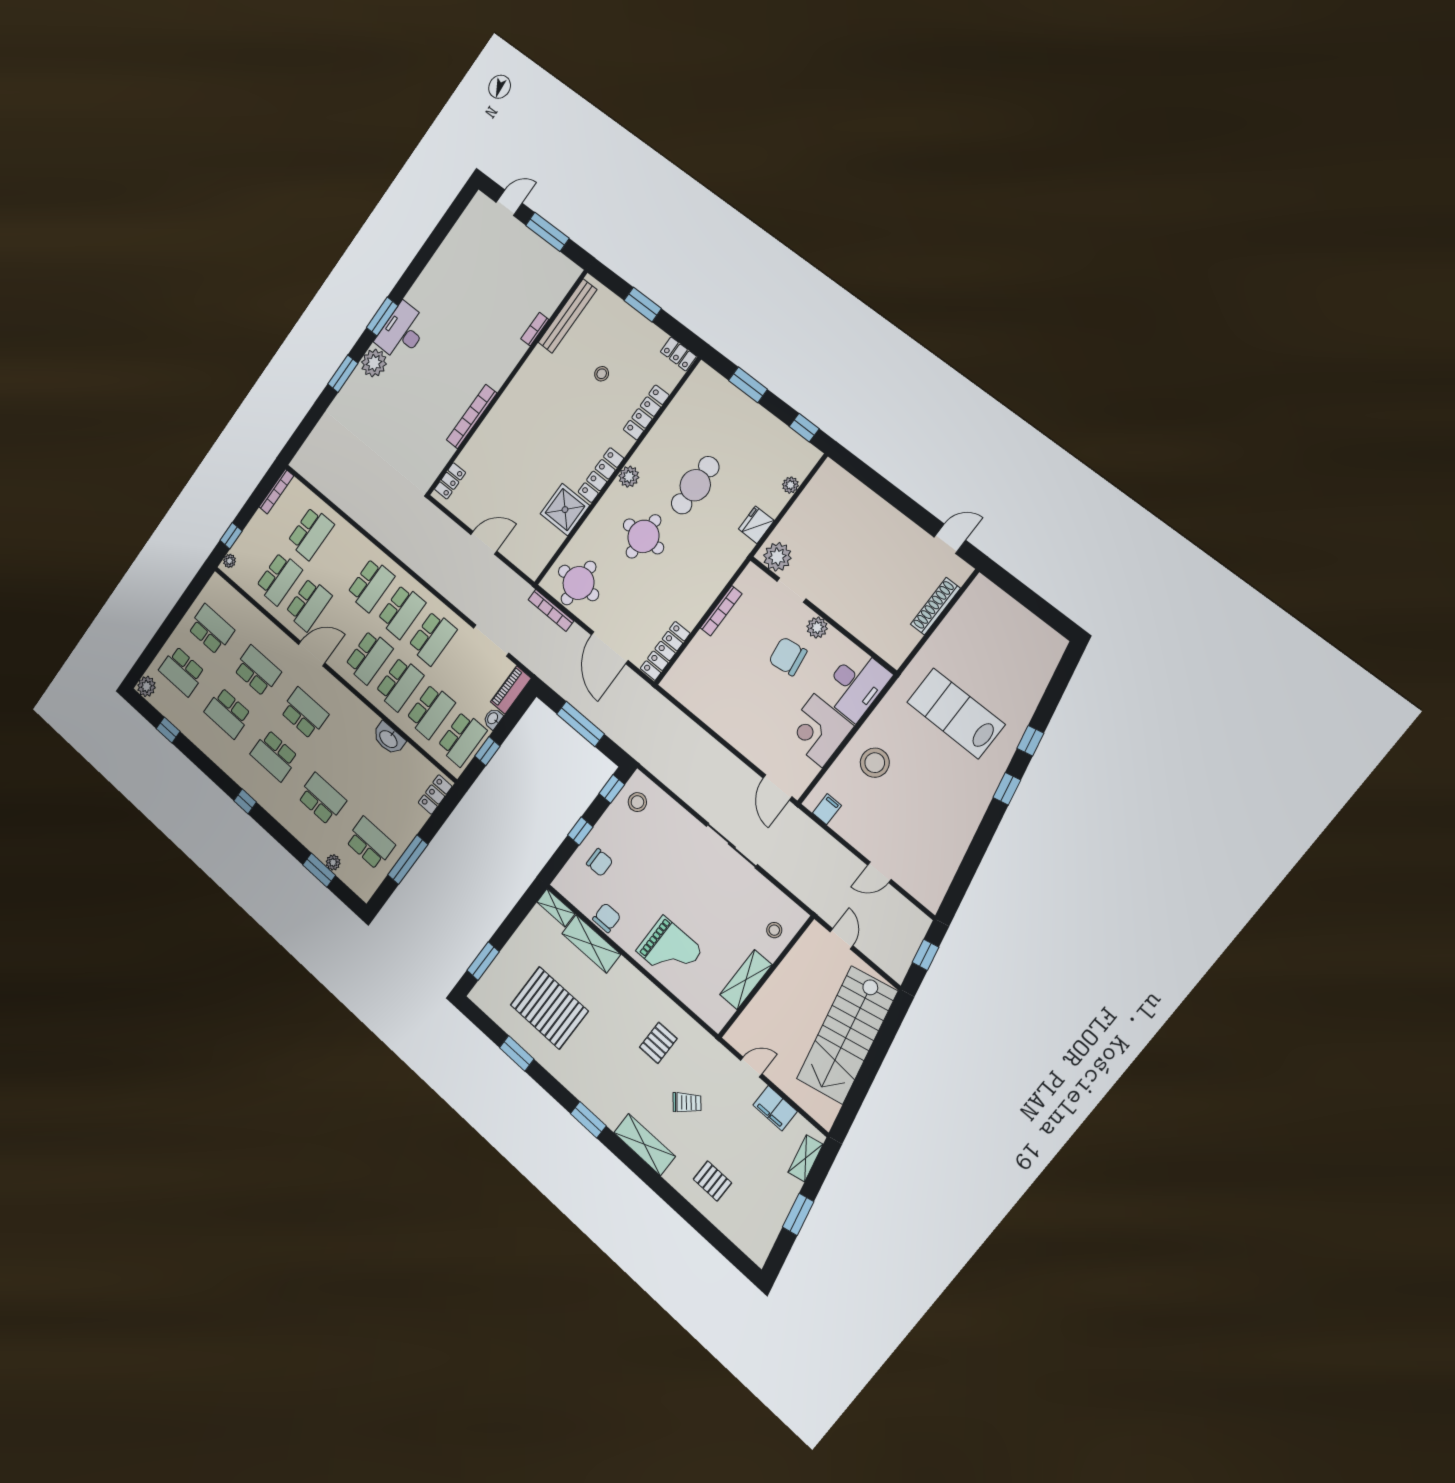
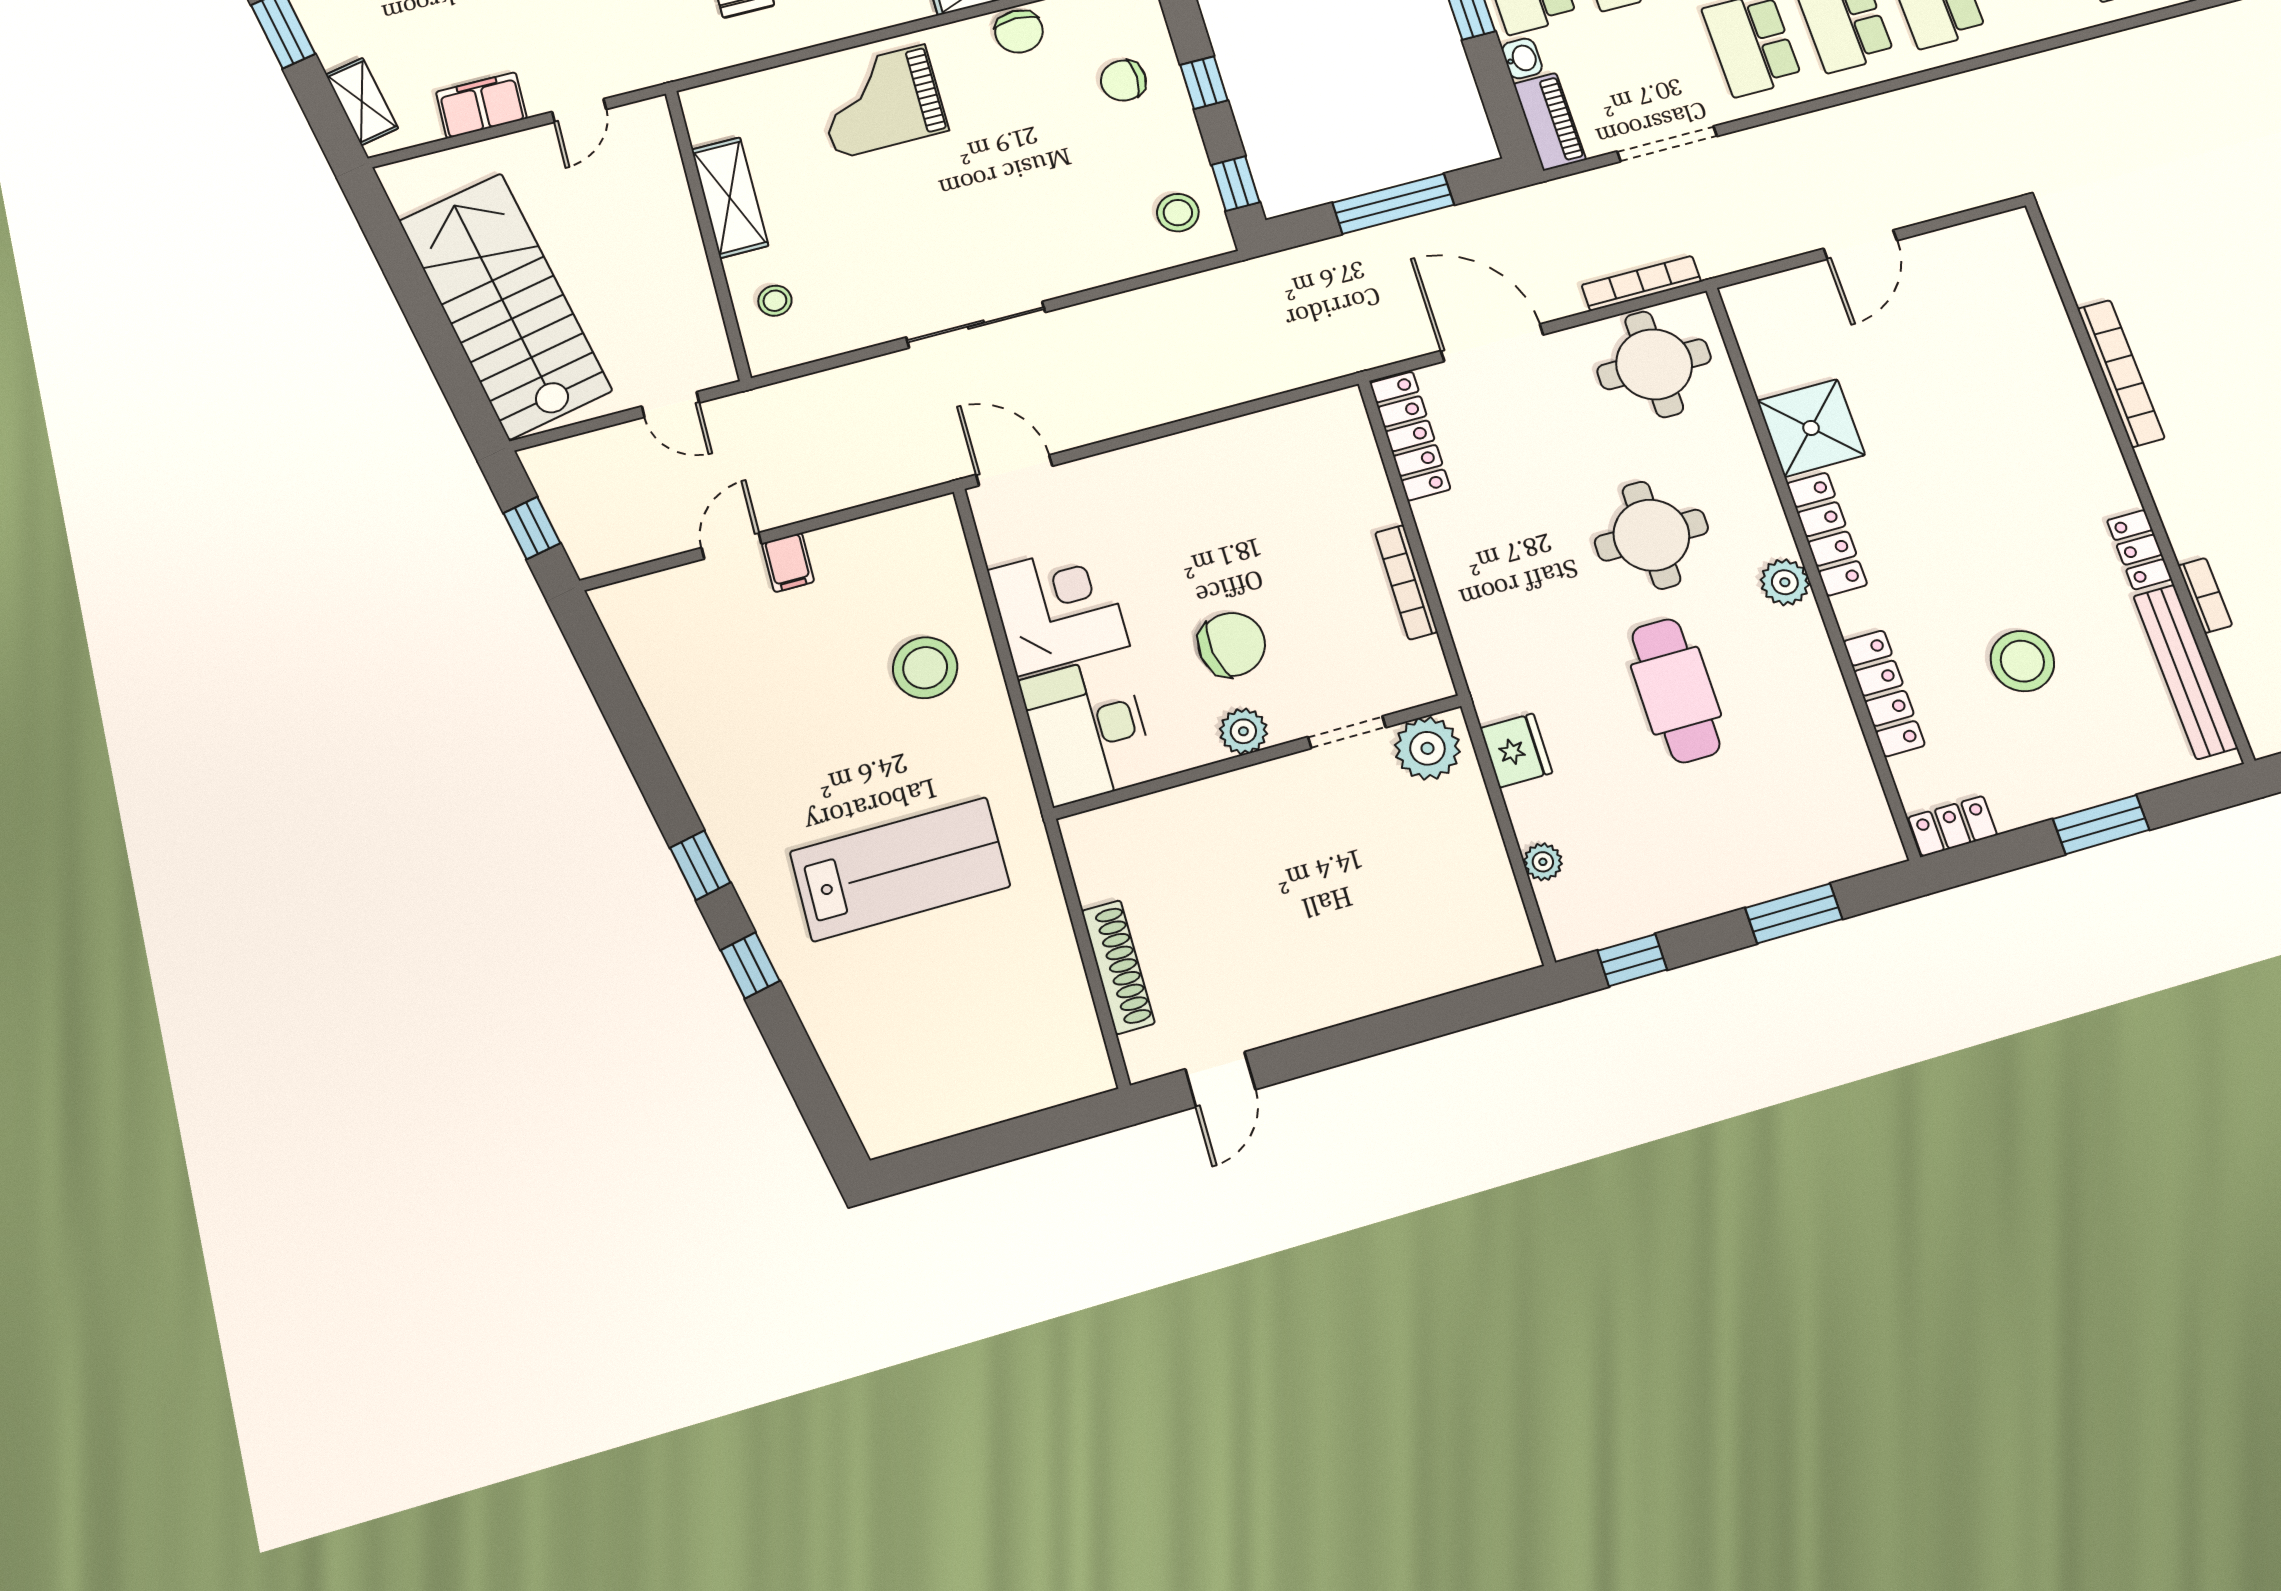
stool: (602, 374) -> (2022, 661), width x1.89, depth x1.89
locker: (450, 481) -> (2139, 550), moved
filing cabinet: (827, 809) -> (788, 562), moved

